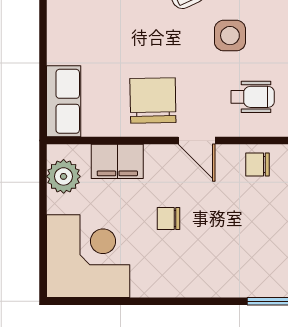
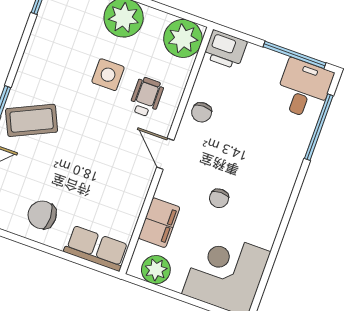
side table: (230, 36) -> (108, 75), moved
chair: (153, 101) -> (42, 215), moved, width x0.73, depth x0.73
door: (197, 140) -> (165, 154), swing flipped

